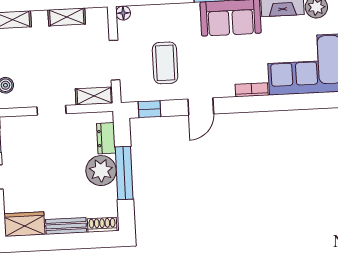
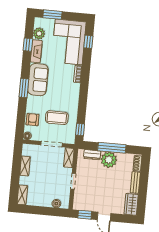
armchair: (155, 18) -> (32, 120), added
window: (314, 101) -> (88, 42), added
door: (201, 107) -> (83, 102), removed

